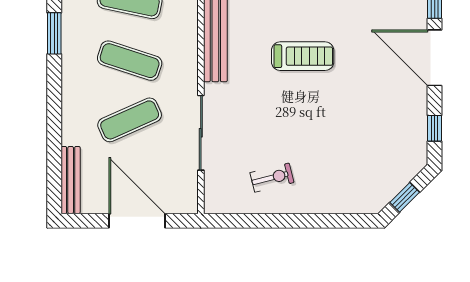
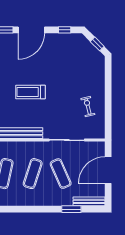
window: (54, 33) -> (71, 209), moved
treadmill: (303, 56) -> (31, 92), turned -90

